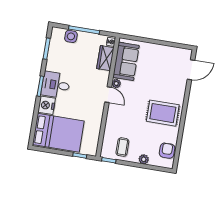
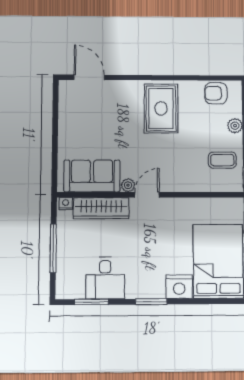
side table: (71, 36) -> (67, 267), removed
wardrobe: (105, 58) -> (101, 208), width x1.50
desk: (56, 85) -> (105, 278), moved

